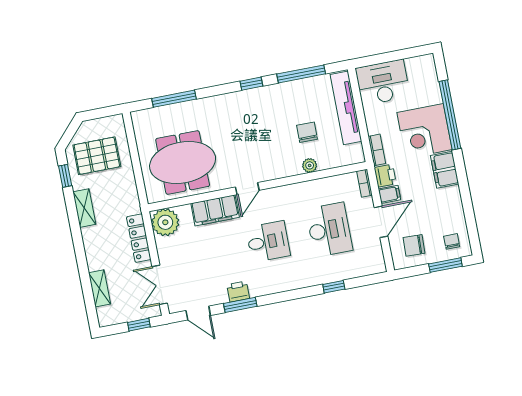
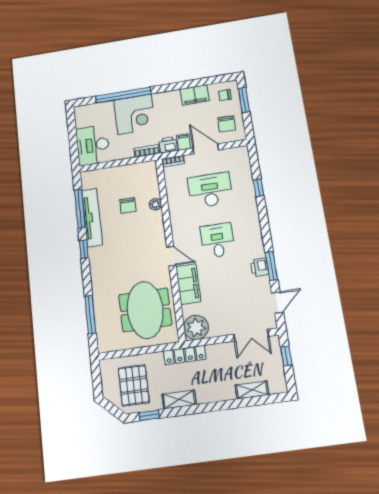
tv unit: (346, 108) -> (92, 217), moved, turned -90
chair: (307, 132) -> (128, 206), turned -90
filing cabinet: (445, 170) -> (195, 95), moved
locker: (139, 238) -> (185, 355), moved

